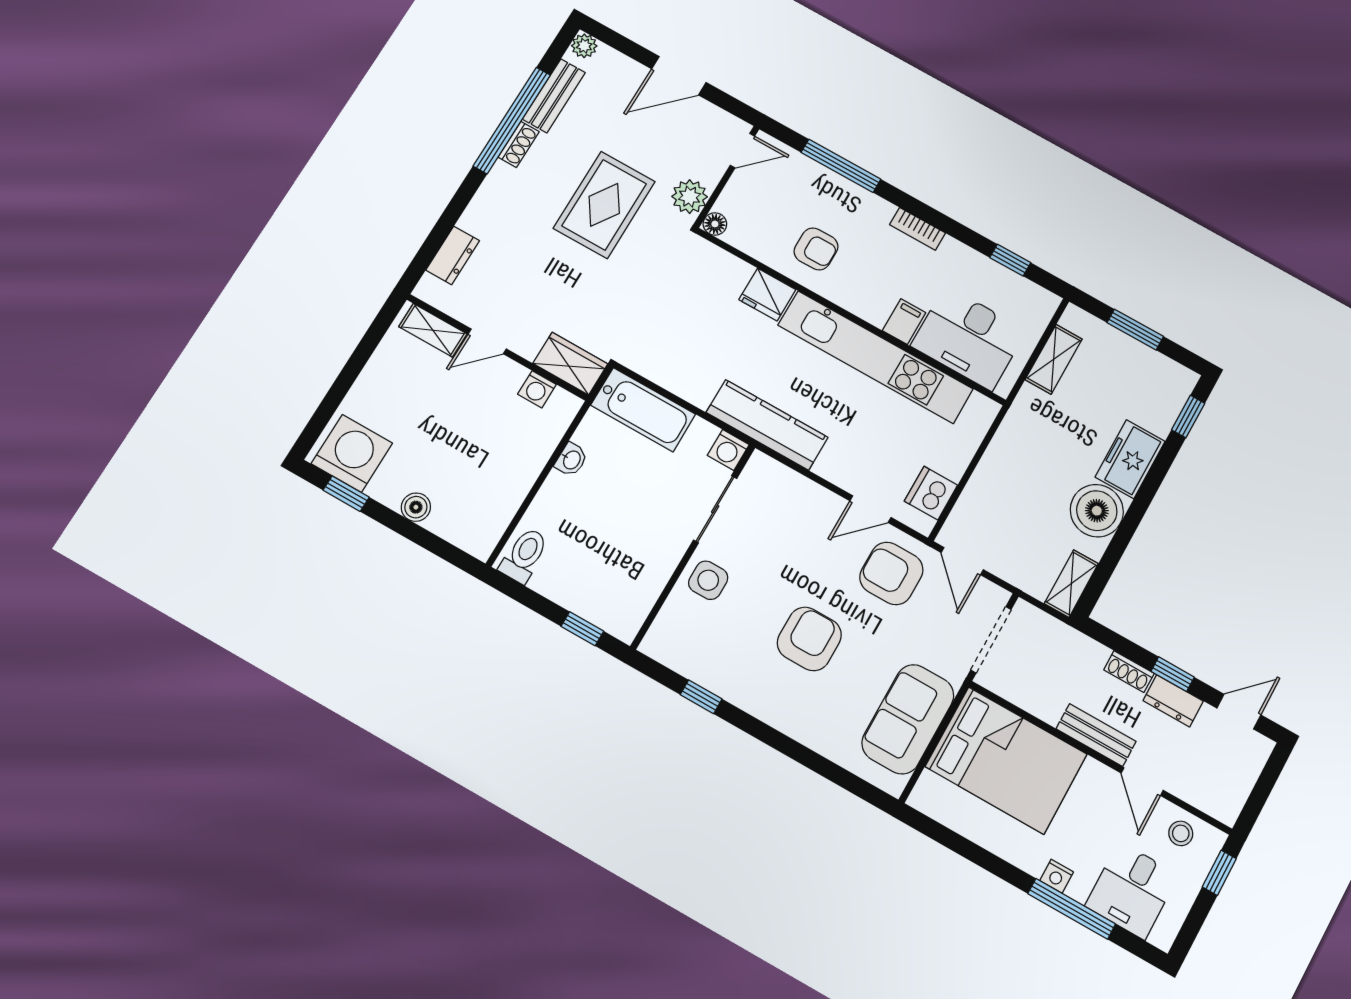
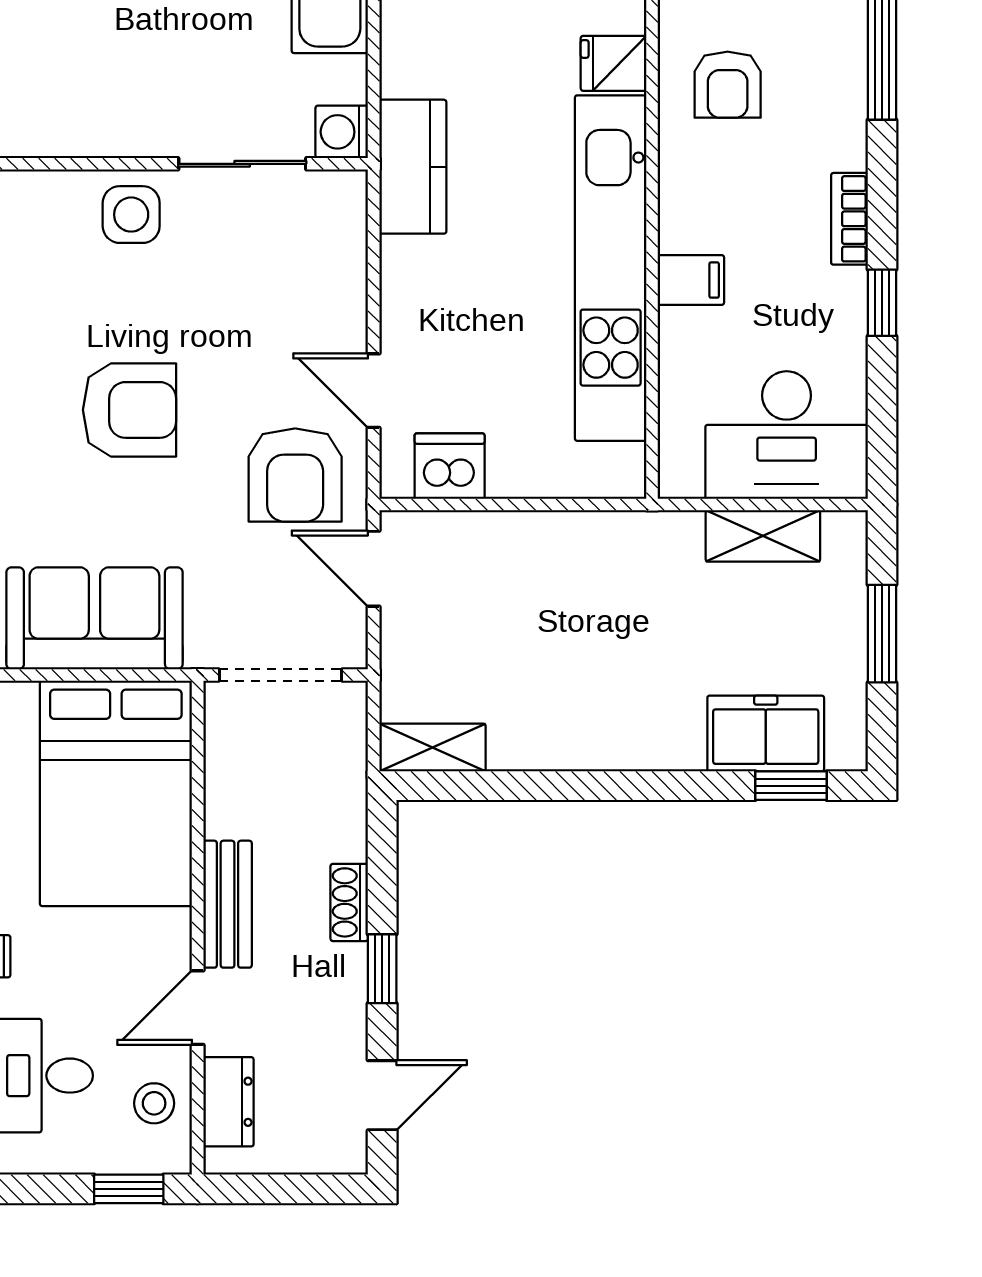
window: (1010, 260) -> (882, 303), moved
fridge: (767, 295) -> (614, 63), width x0.72
desk: (969, 338) -> (787, 435), moved, turned -90
kitchen counter: (767, 425) -> (413, 167), width x0.67
freezer: (1130, 459) -> (766, 734), moved
boiler: (1097, 511) -> (565, 726), removed
door: (962, 561) -> (374, 569), hinge flipped
armchair: (891, 573) -> (295, 475), turned 180
dresser: (1173, 701) -> (228, 1102), moved, turned 180
door: (1239, 712) -> (382, 1095), hinge flipped

